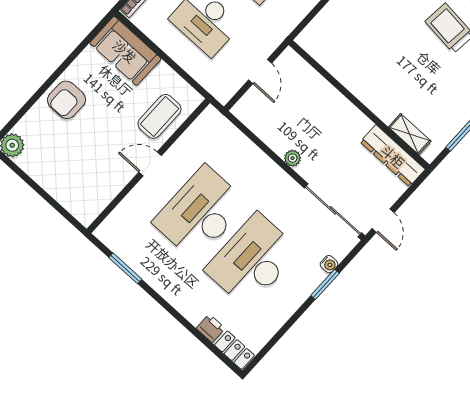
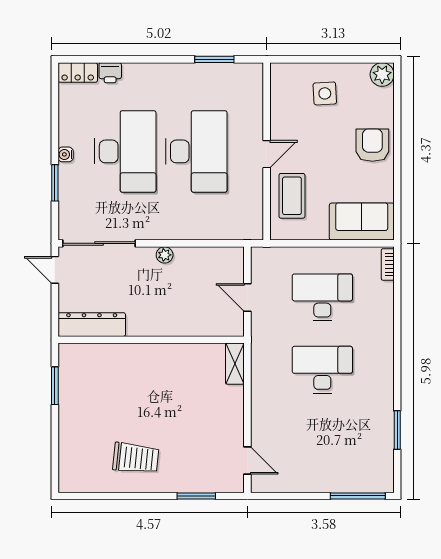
shelving: (410, 134) -> (235, 364), moved, turned 90
side table: (67, 170) -> (325, 93), added
water cooler: (329, 264) -> (66, 154), moved

